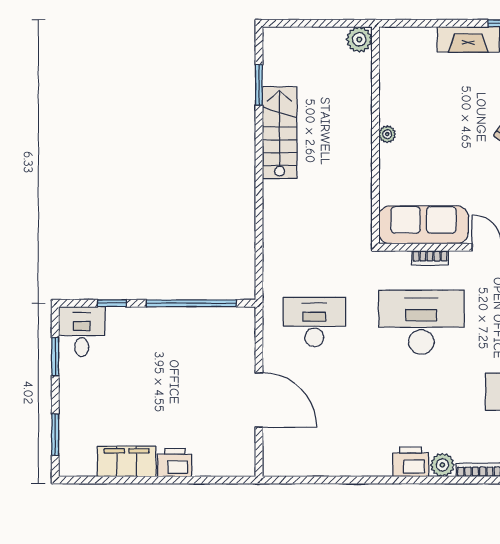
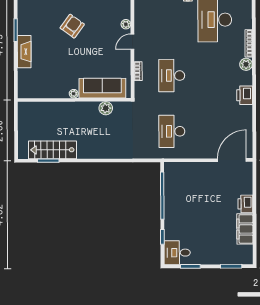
plant: (359, 39) -> (106, 108), moved
stairs: (280, 133) -> (52, 150), moved
sofa: (423, 225) -> (102, 88), moved, turned 90
desk: (421, 322) -> (172, 76), width x0.73, depth x0.77
door: (259, 400) -> (232, 160), moved
printer: (411, 462) -> (245, 95), moved

